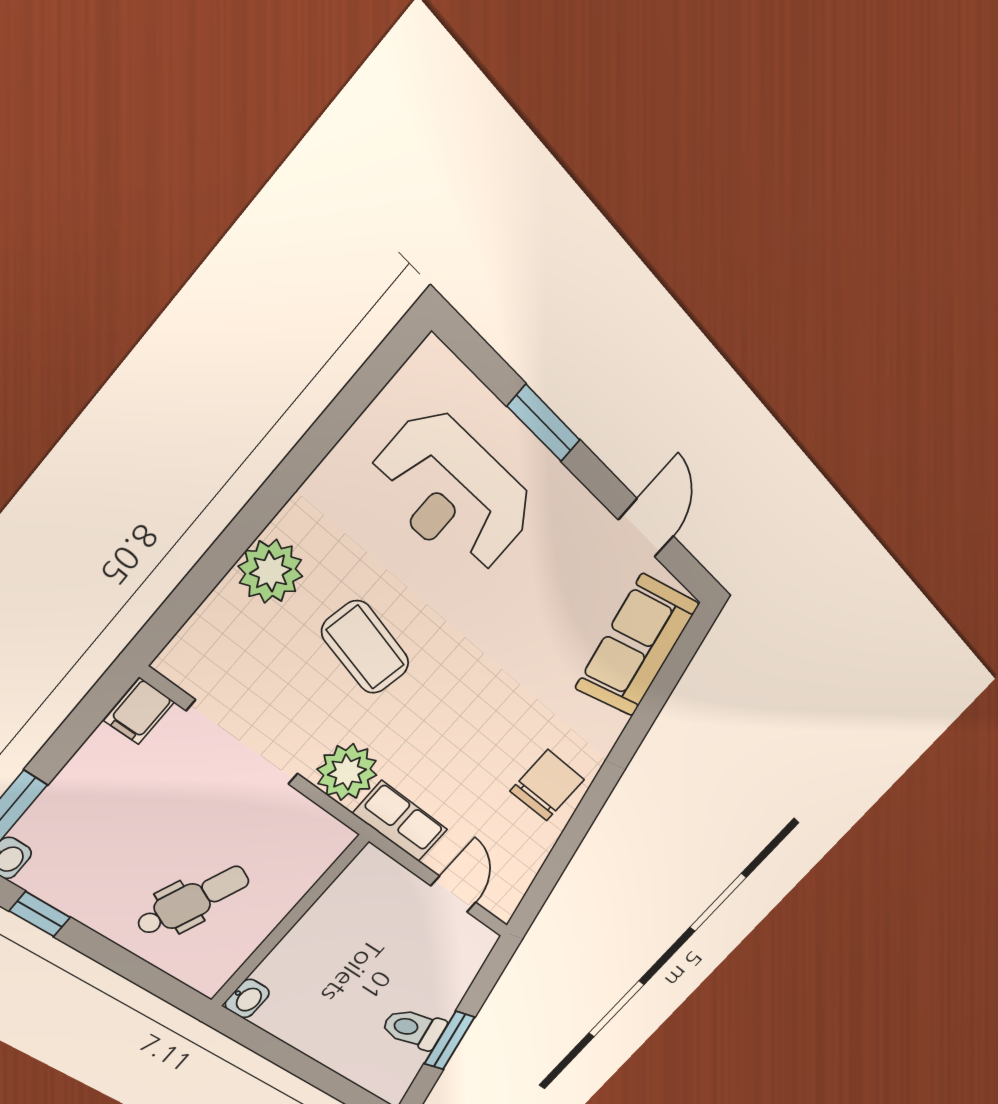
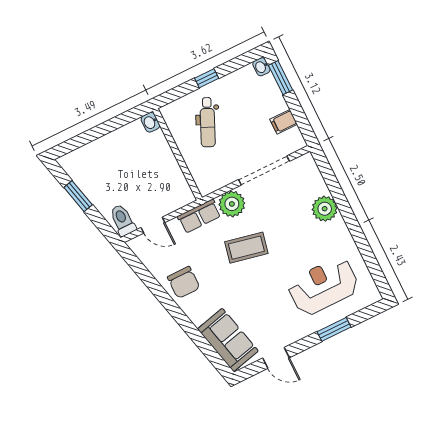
coffee table: (365, 647) -> (246, 248), moved
filing cabinet: (139, 711) -> (284, 122), moved, turned -90
window: (40, 914) -> (207, 78), moved
toilet: (414, 1029) -> (123, 220), moved, turned -76

